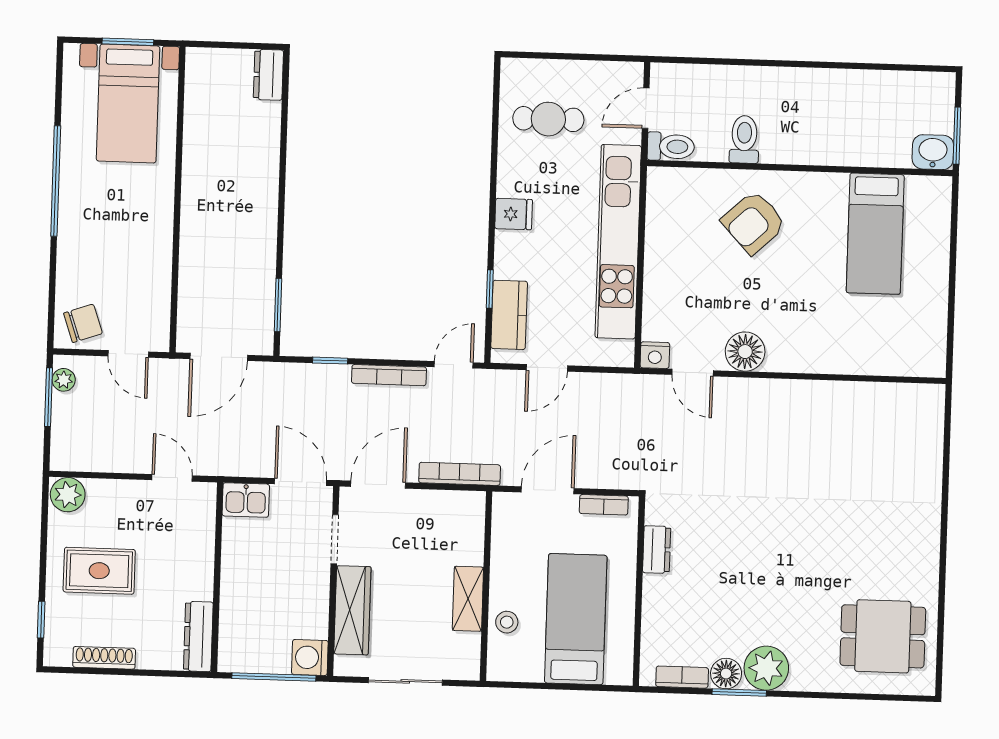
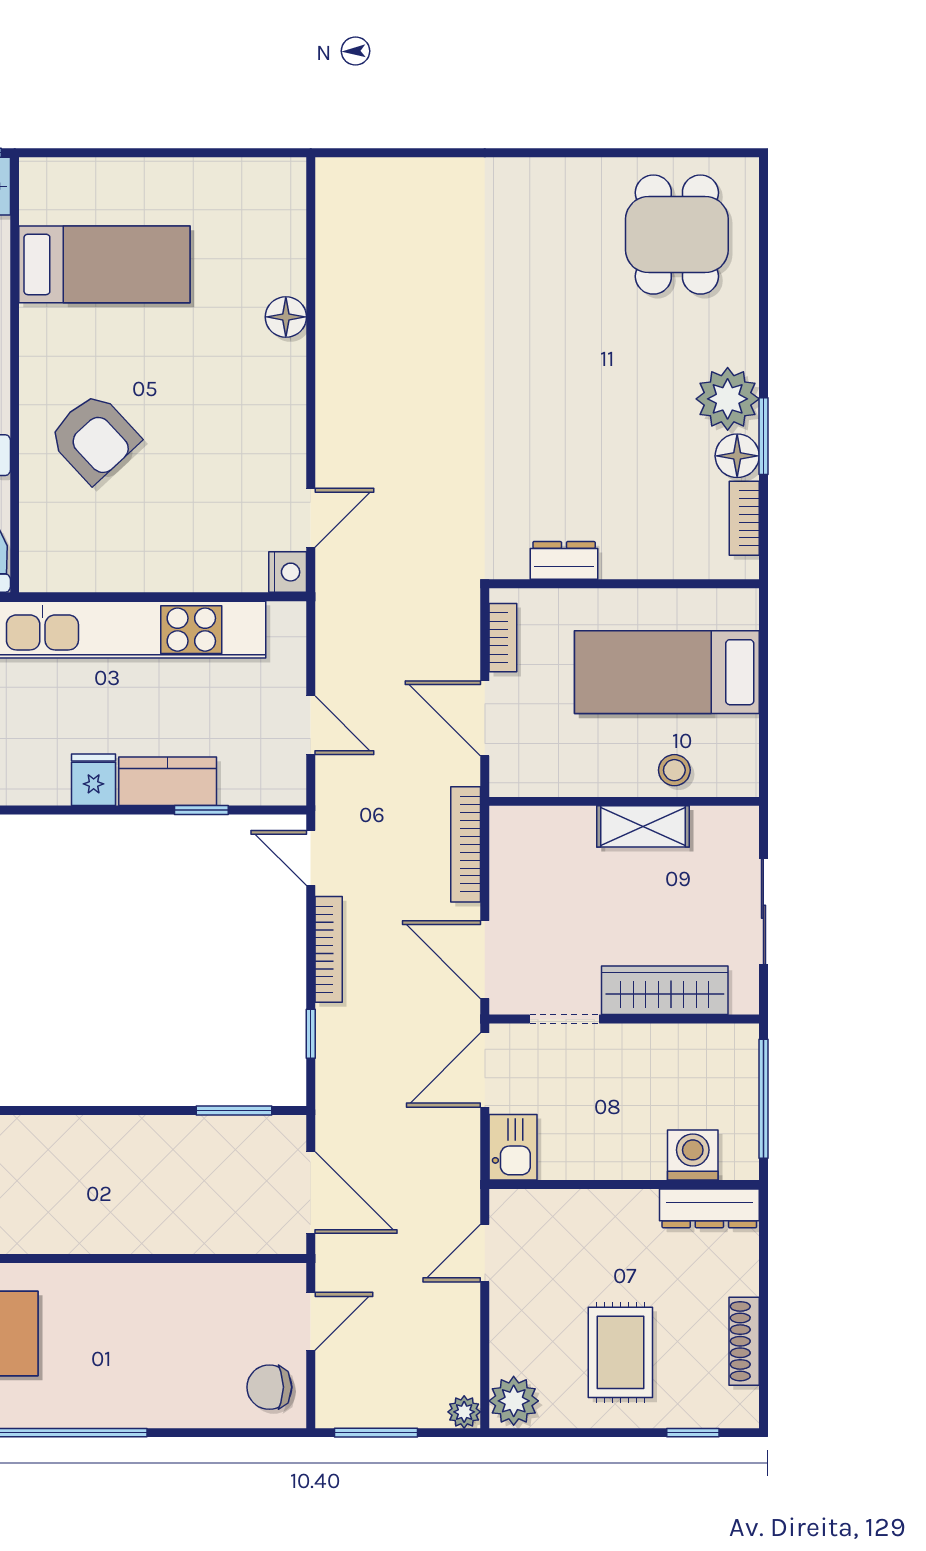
kitchen counter: (509, 315) -> (168, 781), moved
chair: (83, 323) -> (269, 1387), turned -71
floor lamp: (745, 352) -> (286, 317), moved, width x0.73, depth x0.73
plant: (64, 380) -> (464, 1412), moved
washing machine: (310, 657) -> (693, 1155), moved, turned 180

